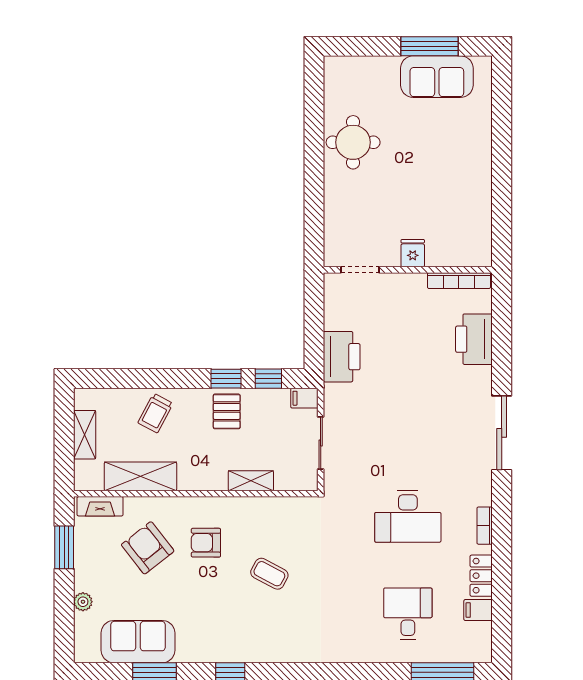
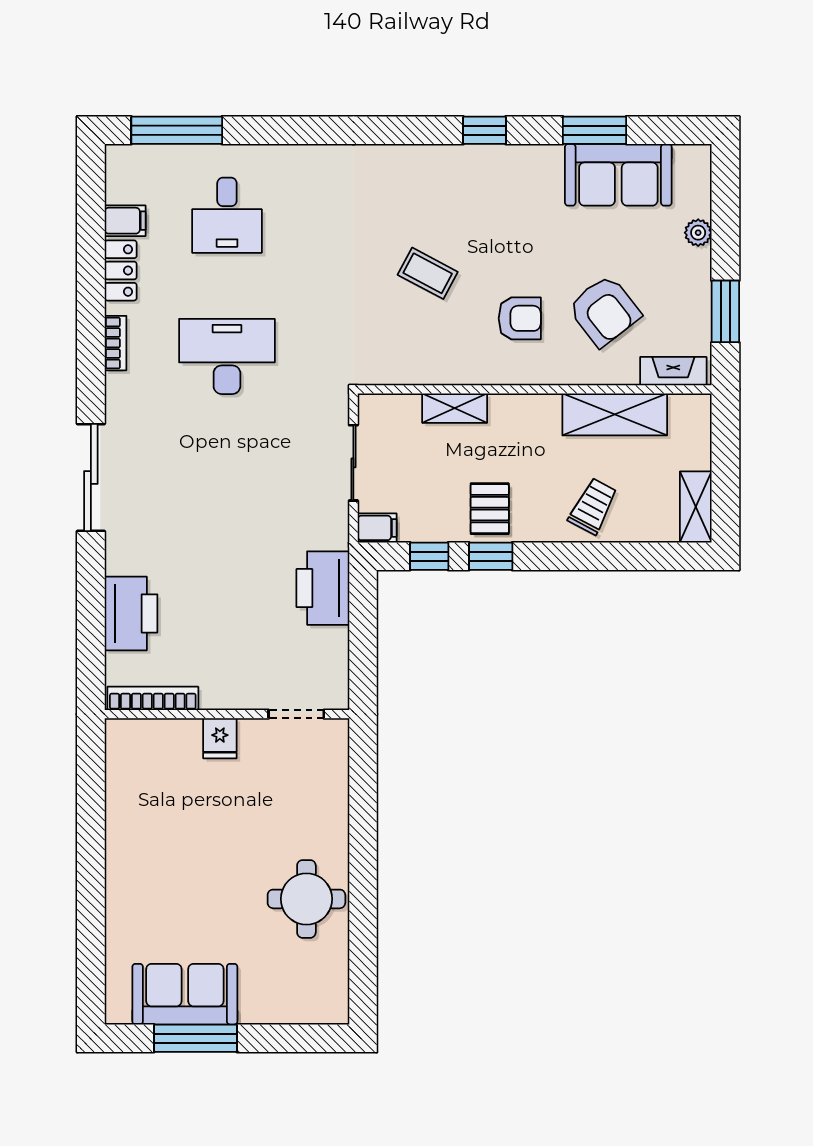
shelving: (85, 435) -> (696, 507), moved

